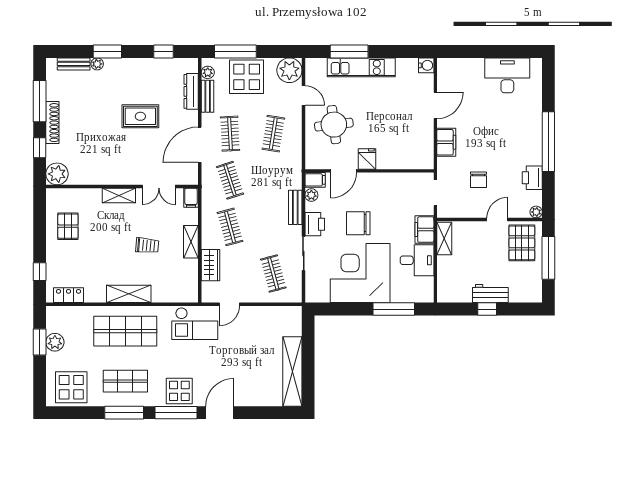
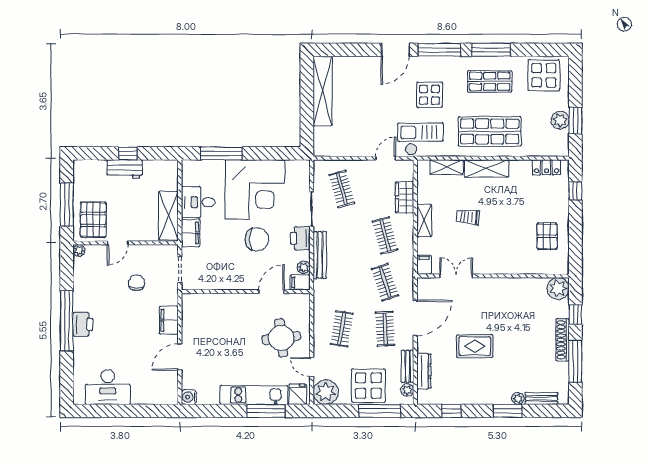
fridge: (367, 159) -> (298, 394), moved, turned 180
printer: (532, 178) -> (83, 324), moved
shelving: (119, 196) -> (446, 167), moved
bench: (295, 207) -> (320, 255), width x1.36
shelving: (444, 239) -> (168, 216), width x1.50, depth x1.33
display table: (179, 391) -> (430, 95), moved

